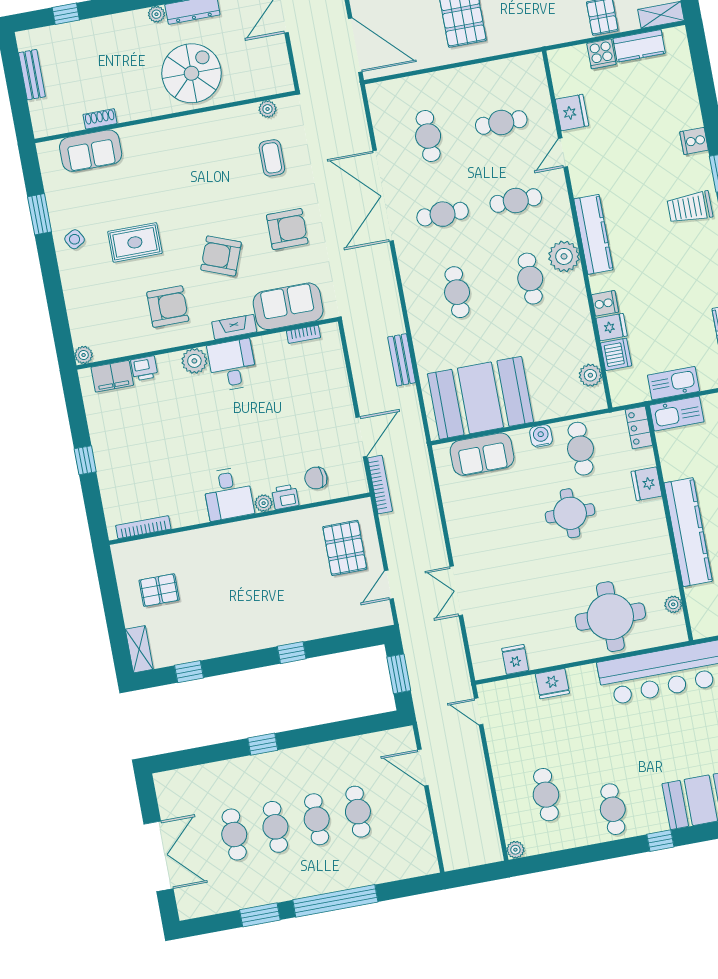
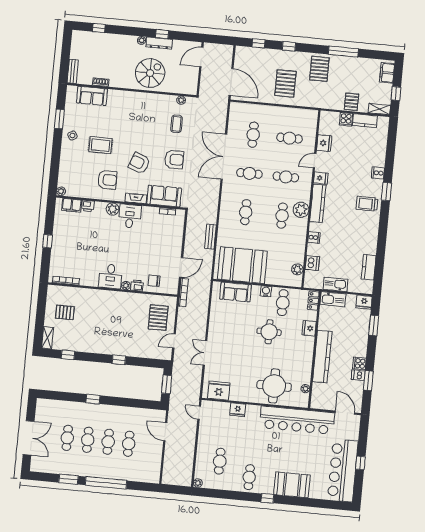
bench: (32, 75) -> (73, 71), moved
fridge: (612, 327) -> (321, 178), moved
fridge: (515, 659) -> (219, 391), width x1.88, depth x1.34

